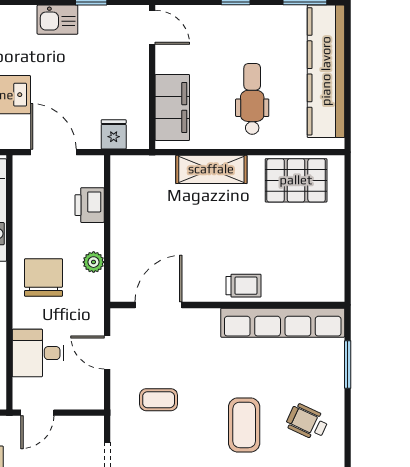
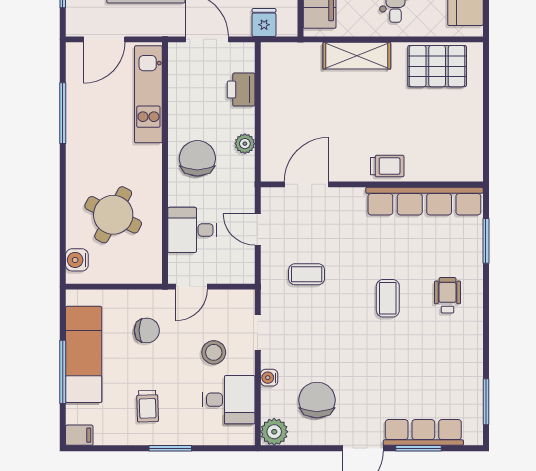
wheelchair: (307, 422) -> (448, 295), turned 65
coffee table: (244, 425) -> (388, 298), width x0.73, depth x0.77

